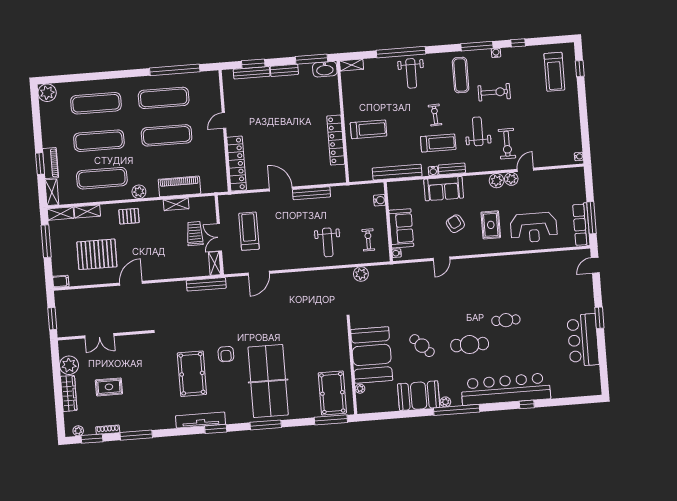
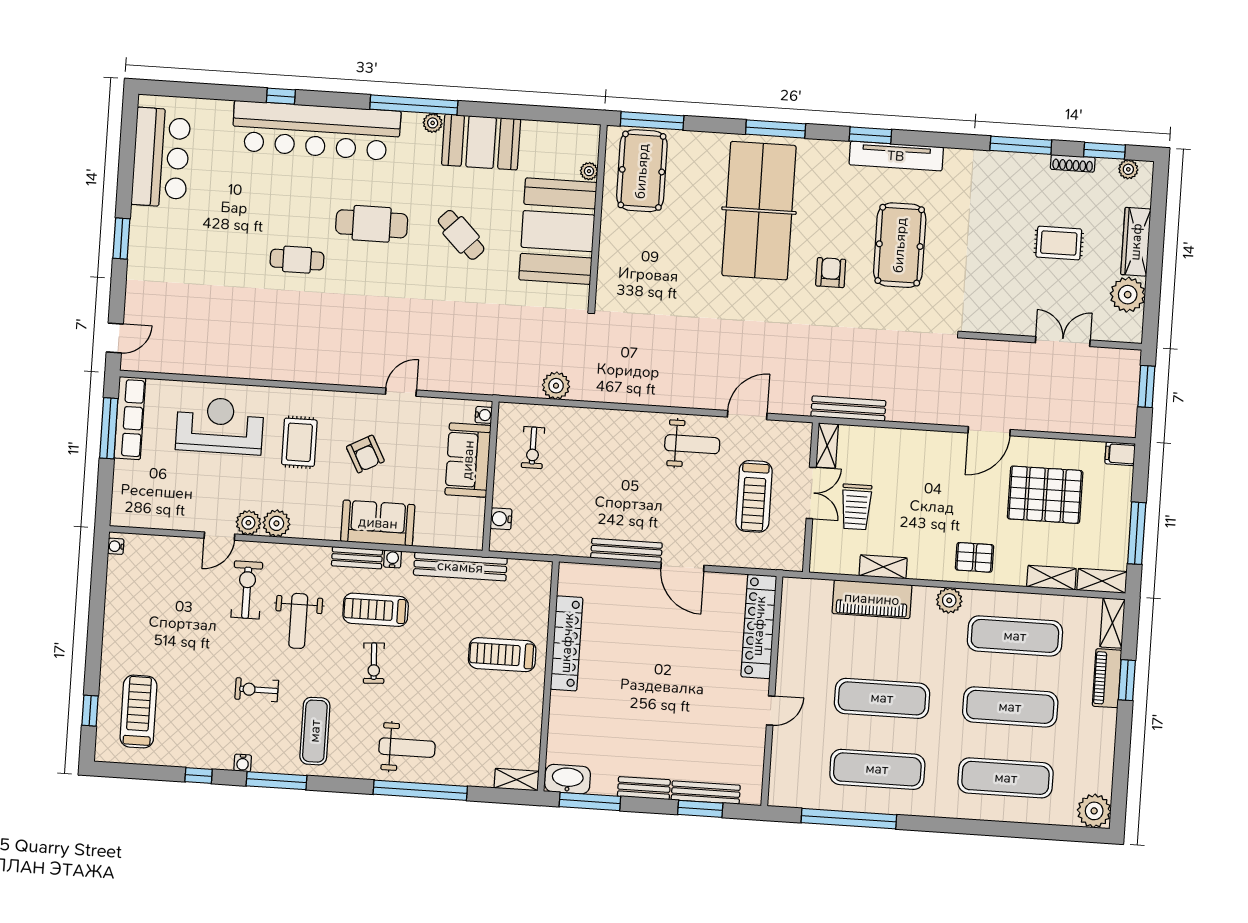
weight bench: (411, 73) -> (407, 748), turned 90
exercise bike: (494, 92) -> (257, 690), width x0.73, depth x0.72
weight bench: (328, 242) -> (692, 444), moved, turned 90
bar counter: (583, 340) -> (161, 157), moved

